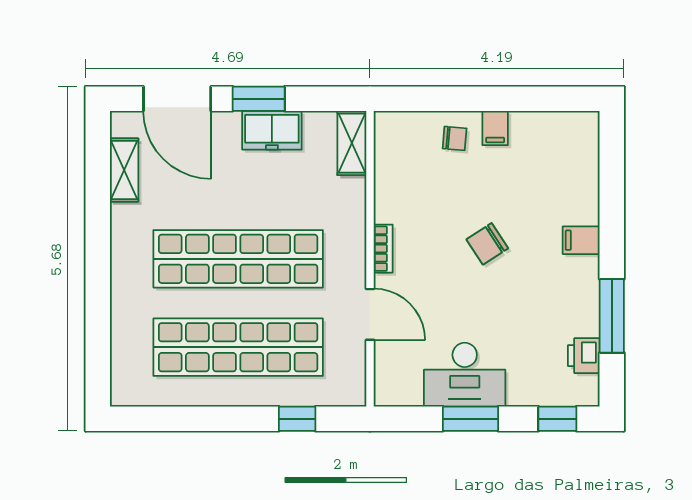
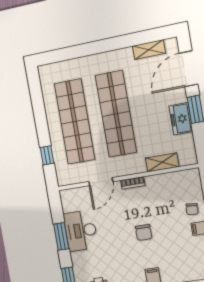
shelving: (352, 143) -> (162, 162), moved
chair: (487, 244) -> (144, 232), turned -147

